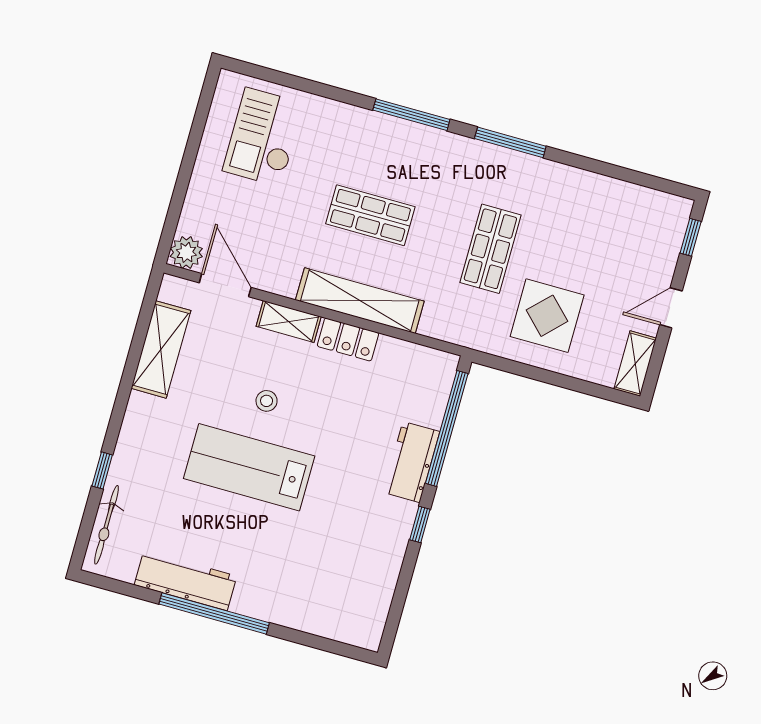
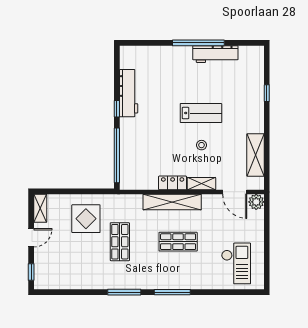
workbench: (411, 462) -> (129, 93), moved, width x1.38
lab bench: (249, 467) -> (201, 113), width x0.73, depth x0.72
bicycle: (106, 525) -> (258, 69), removed

